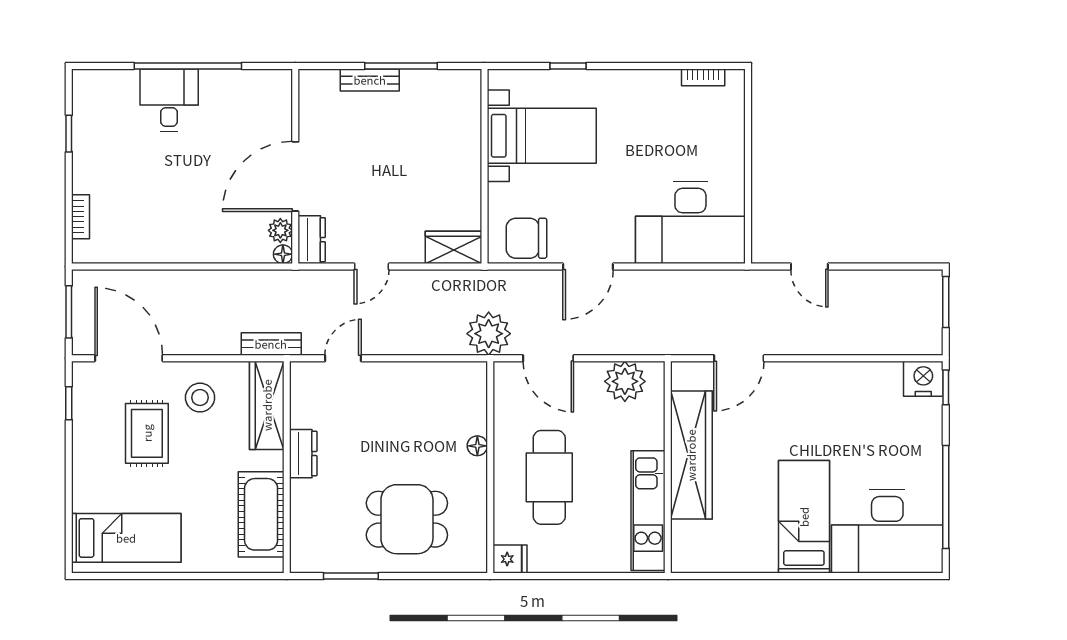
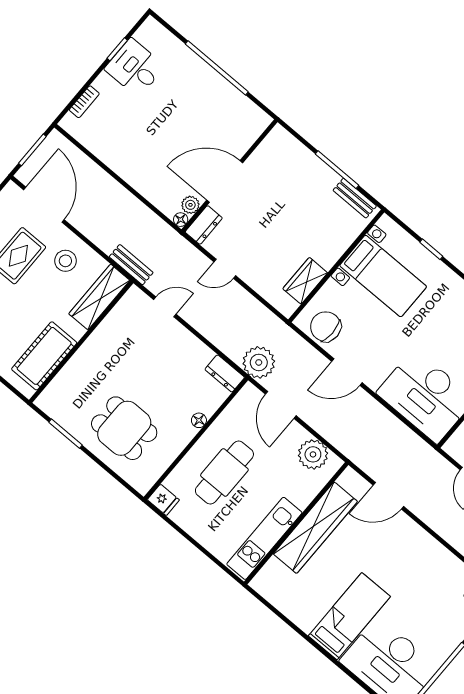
bench: (370, 80) -> (355, 198), moved
desk: (169, 100) -> (135, 68), moved, turned -90
wardrobe: (453, 247) -> (305, 281), moved, turned -90
dresser: (303, 454) -> (225, 373), moved, turned 90

